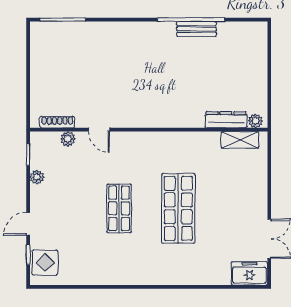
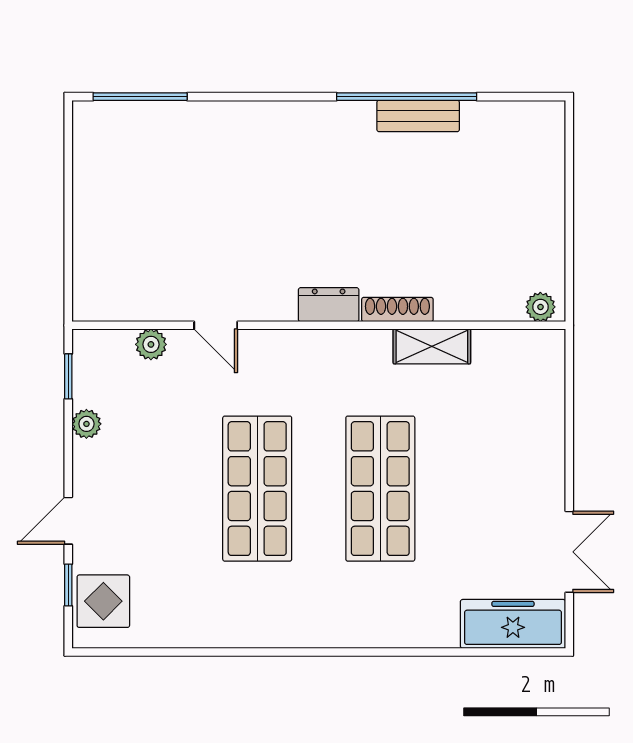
dresser: (226, 120) -> (329, 305), moved, width x0.70
shoe rack: (57, 122) -> (397, 310), moved
shelving: (240, 140) -> (432, 346), moved
shop shelf: (119, 208) -> (257, 489), width x1.43, depth x1.36
freezer: (249, 273) -> (513, 624), width x1.40

